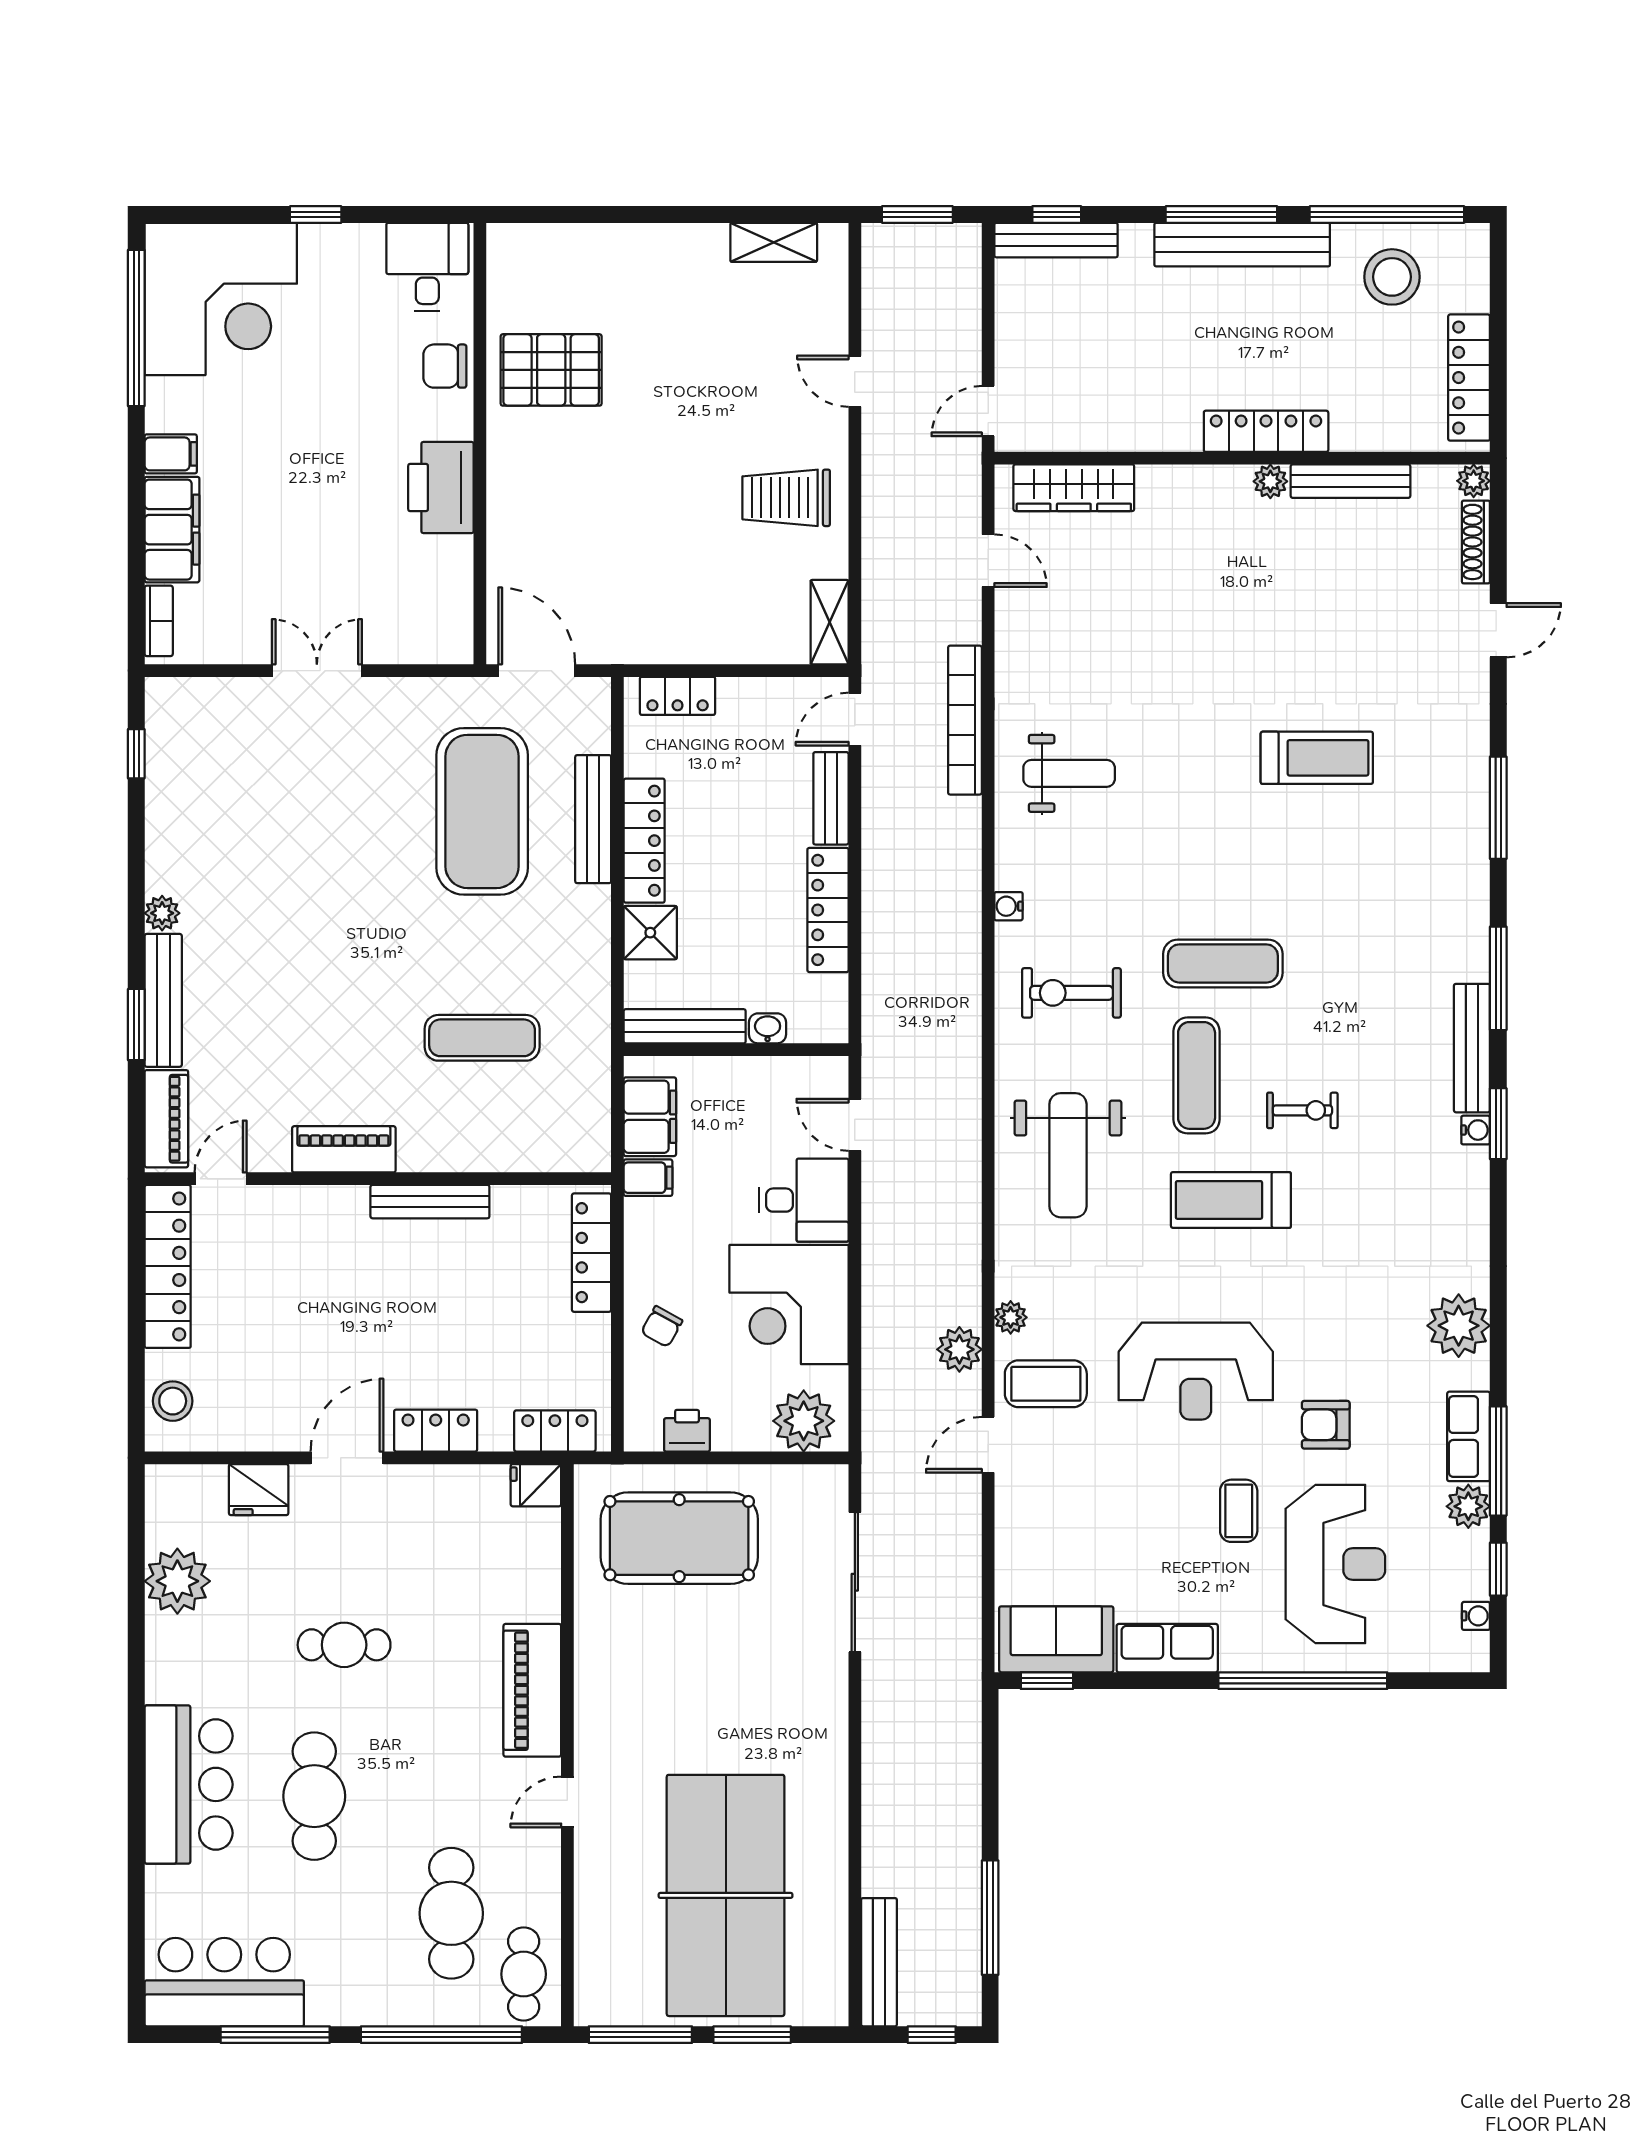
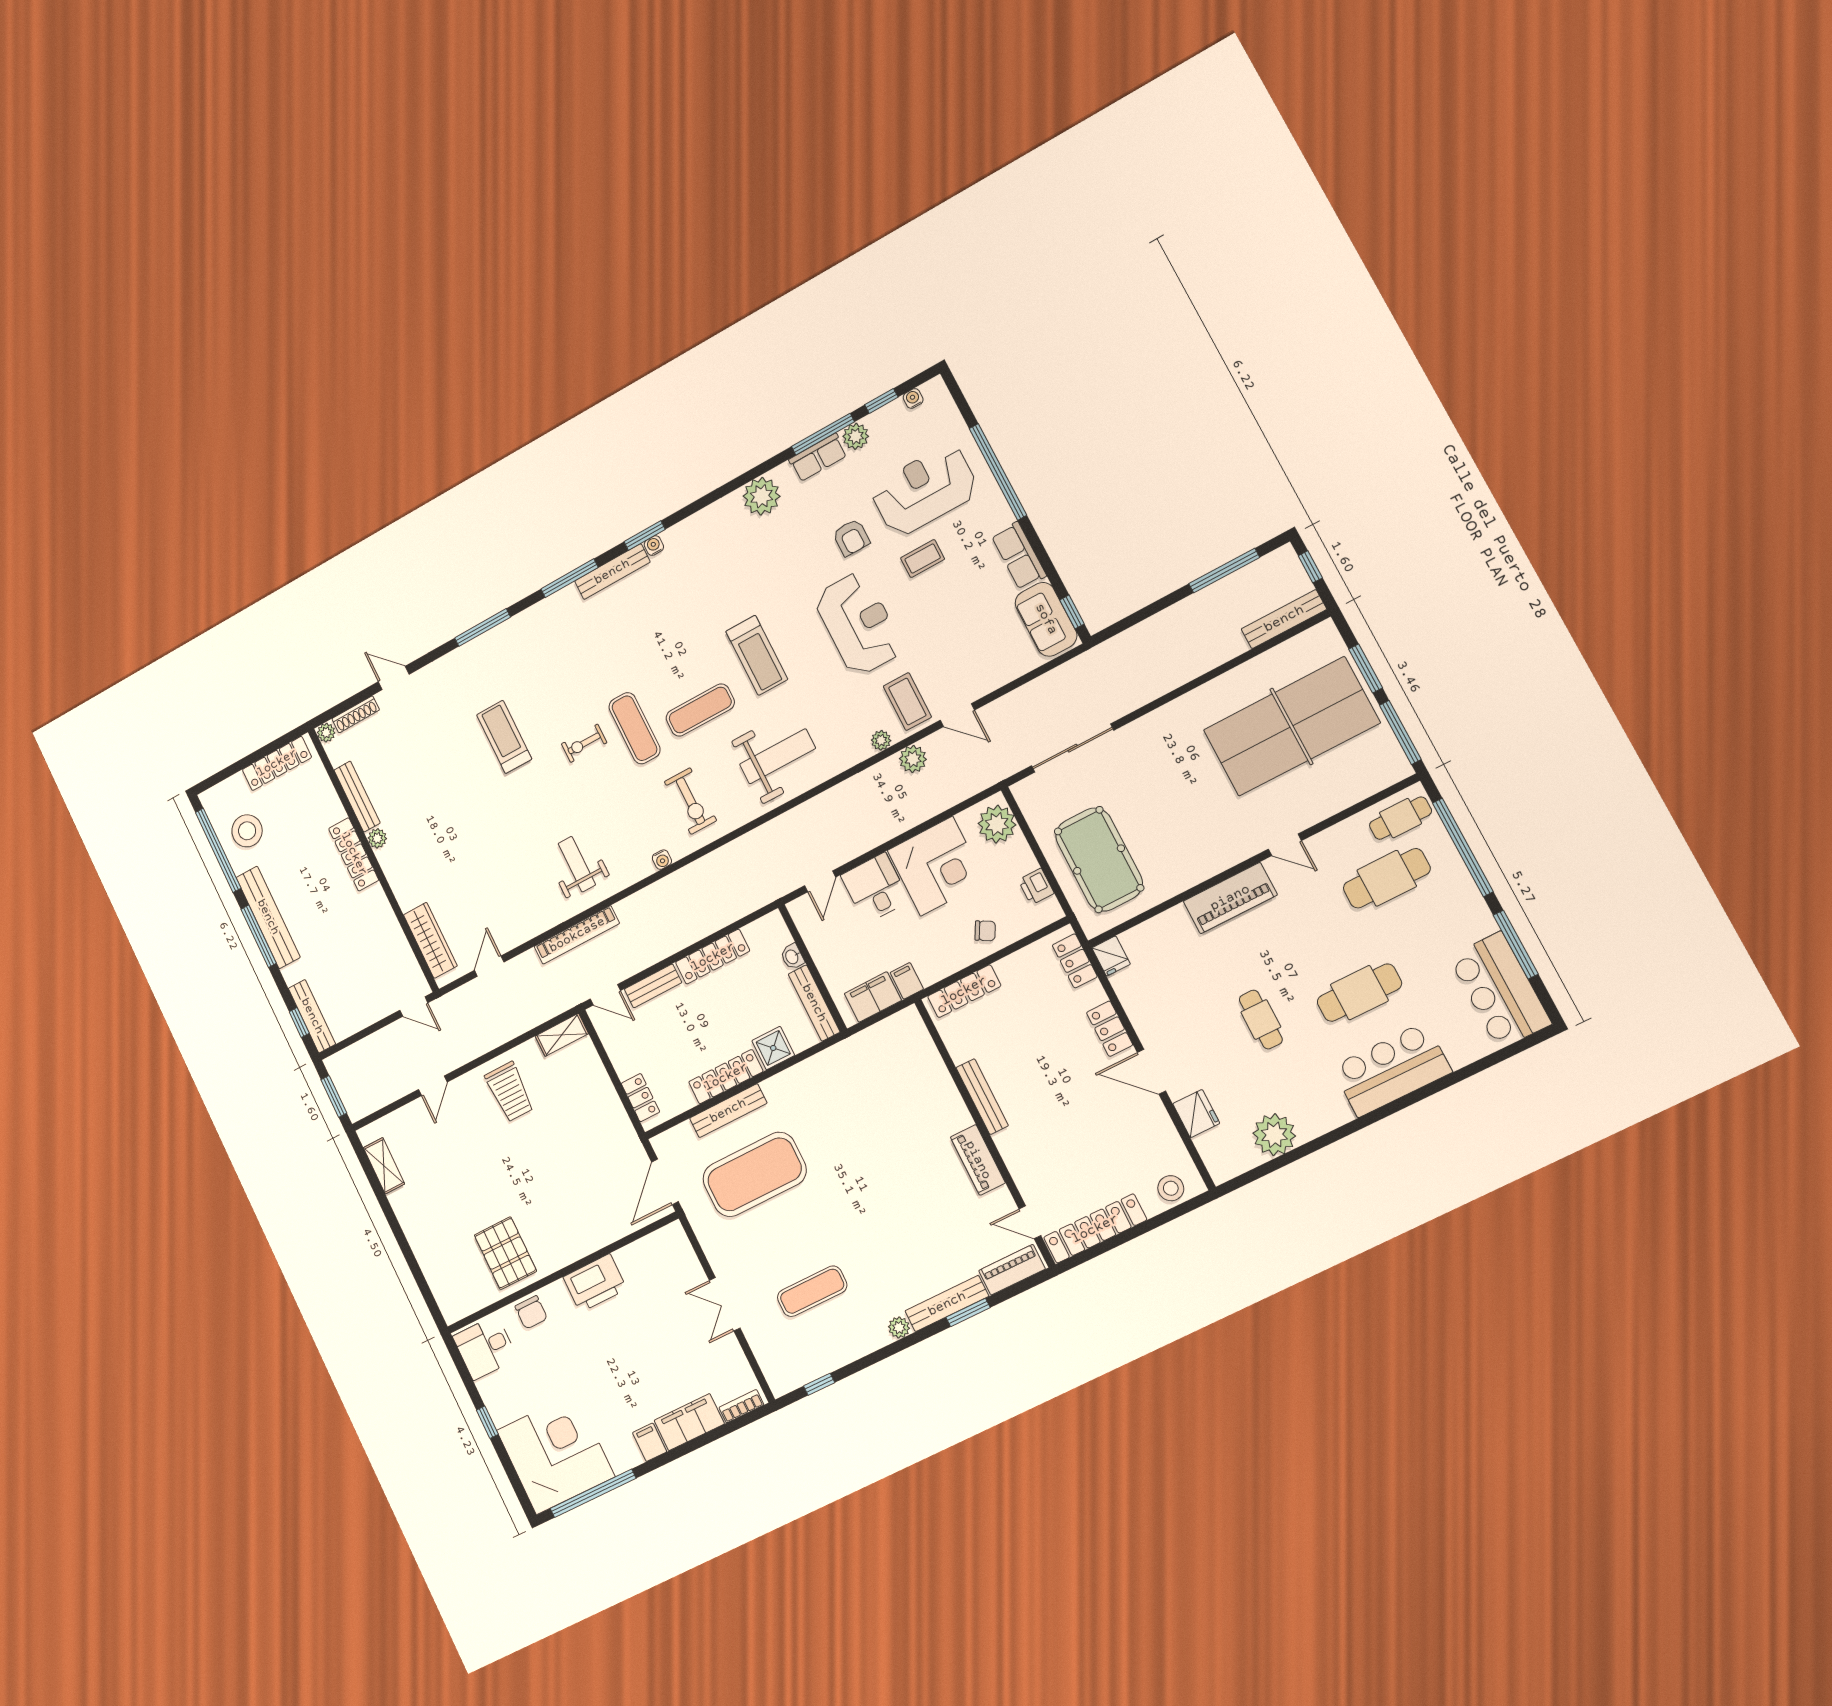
exercise mat: (482, 1038) -> (812, 1291), moved, turned 90
exercise bike: (1302, 1110) -> (584, 743), moved, turned -90

